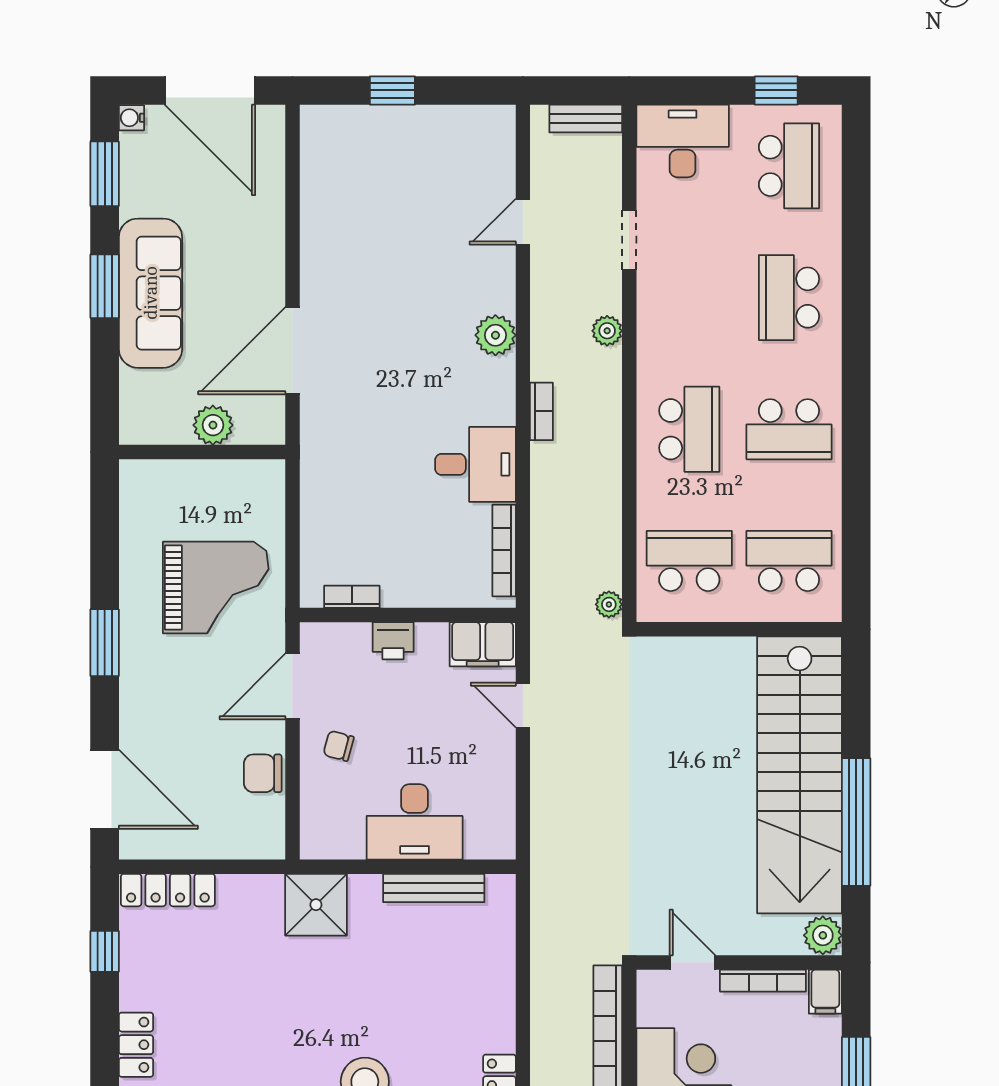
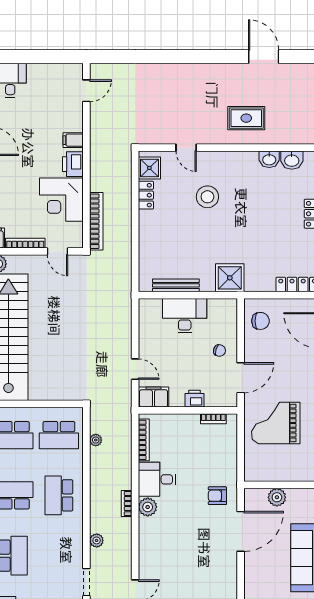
plant: (495, 335) -> (148, 507), moved
armchair: (343, 429) -> (217, 496), added
plant: (609, 604) -> (96, 440), moved
chair: (263, 773) -> (260, 321), moved

